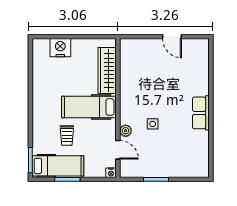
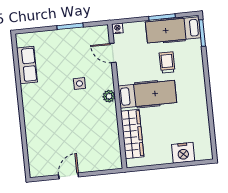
door: (172, 37) -> (69, 176), hinge flipped
row of seats: (201, 113) -> (27, 65), moved
plant: (126, 131) -> (109, 96), moved

